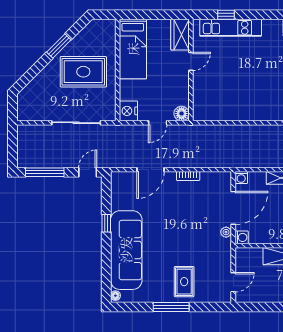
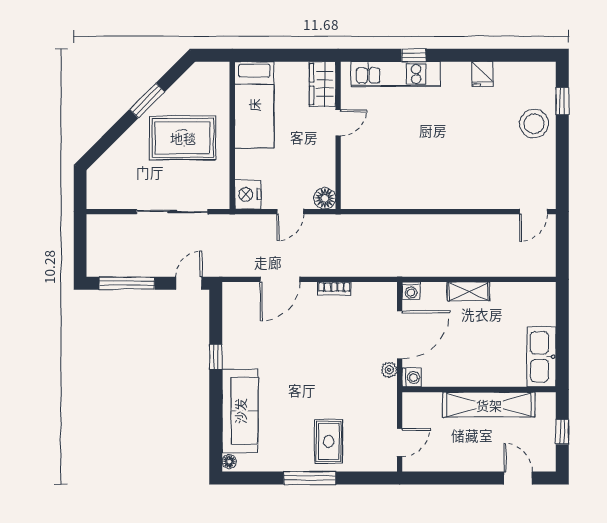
window: (226, 15) -> (414, 55), moved
sofa: (126, 250) -> (240, 411), width x0.74, depth x0.79

